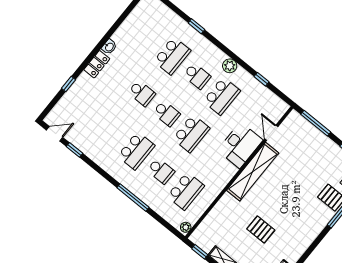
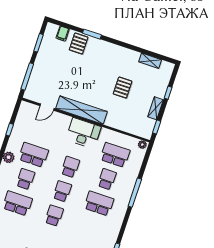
school desk: (191, 133) -> (70, 167), width x0.54
desk: (240, 145) -> (83, 133), moved

